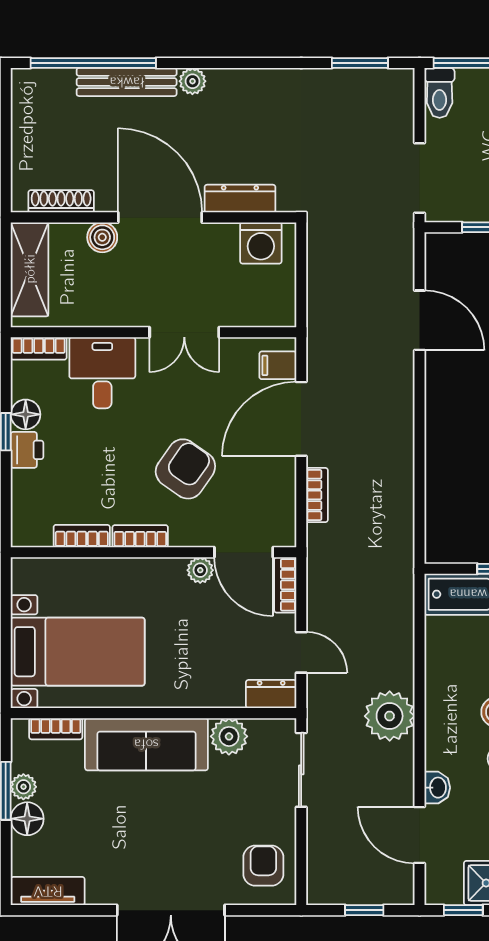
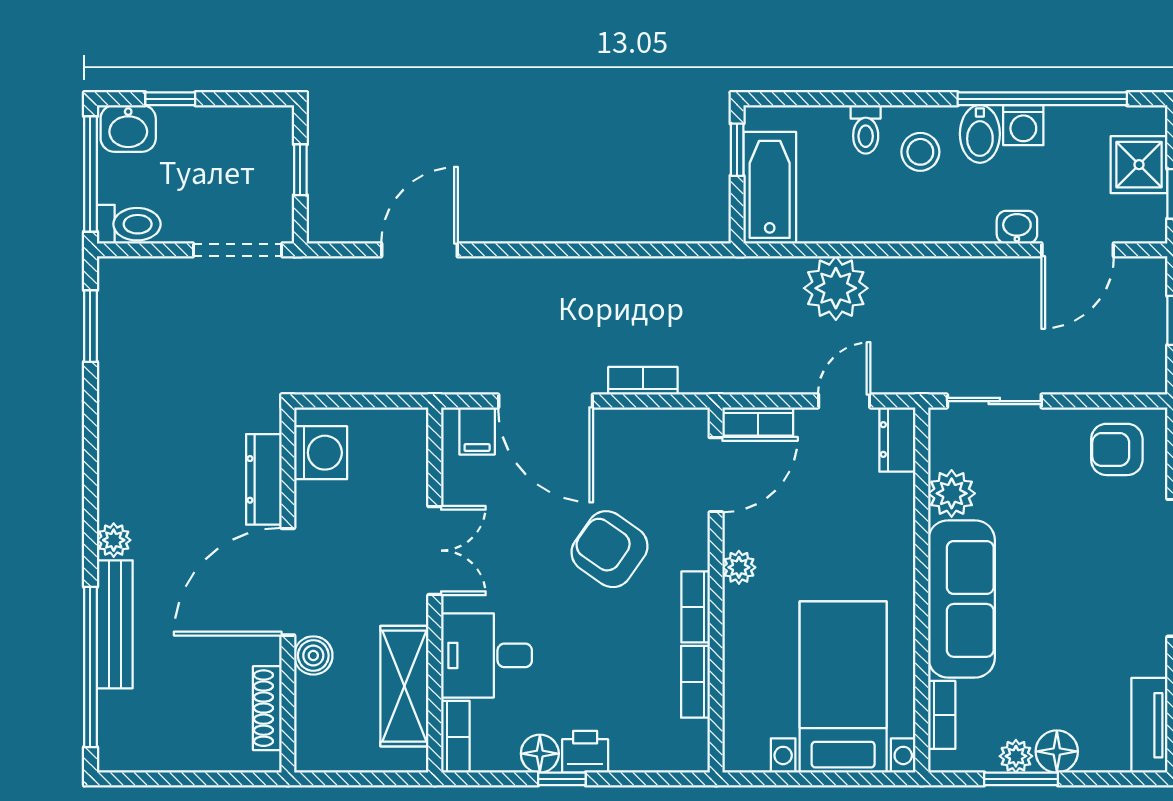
shelving: (30, 269) -> (404, 686), moved, turned 90
plant: (200, 570) -> (739, 567), moved
plant: (390, 716) -> (836, 288), moved

